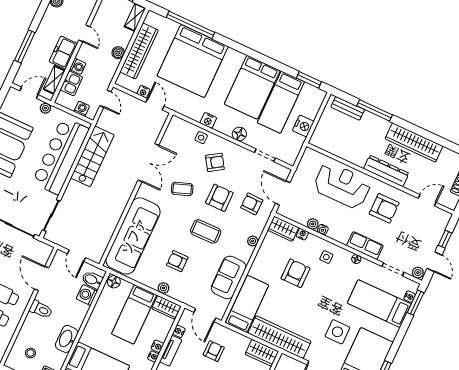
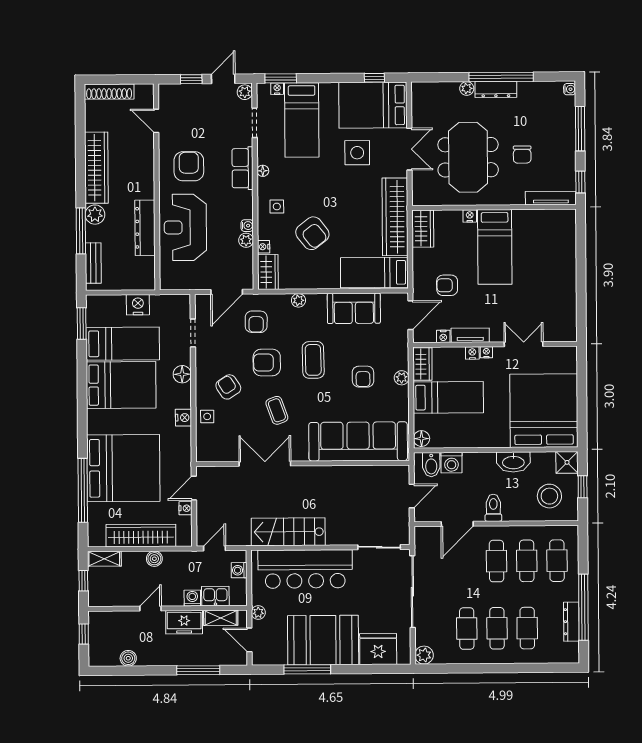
plant: (381, 126) -> (95, 215), added
dresser: (386, 171) -> (145, 228), moved
armchair: (296, 273) -> (312, 233), turned -128
stool: (30, 353) -> (549, 496), width x1.89, depth x1.89

